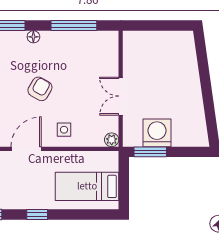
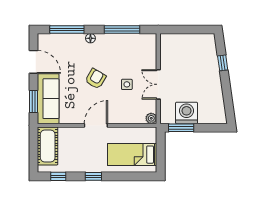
window: (204, 68) -> (223, 63), added
side table: (64, 130) -> (127, 84), moved
door: (26, 149) -> (96, 125), moved

